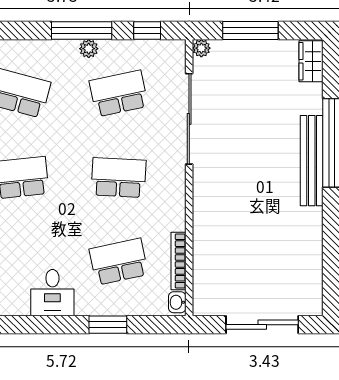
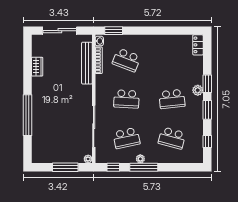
wardrobe: (311, 61) -> (37, 67), moved
bench: (312, 161) -> (87, 63), moved
school desk: (119, 262) -> (126, 60), turned 33
desk: (52, 293) -> (157, 46), removed
window: (108, 325) -> (114, 31), moved

